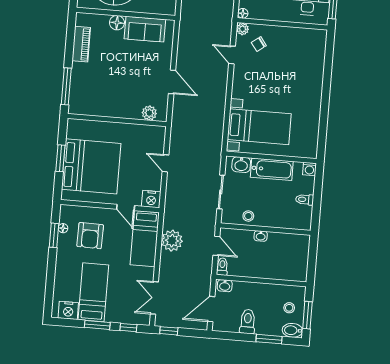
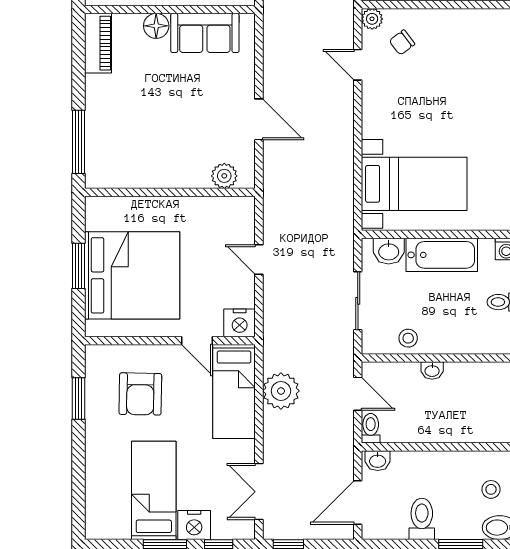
piano: (81, 44) -> (98, 43), moved
floor lamp: (63, 228) -> (93, 385), removed
nightstand: (68, 310) -> (194, 525), moved

